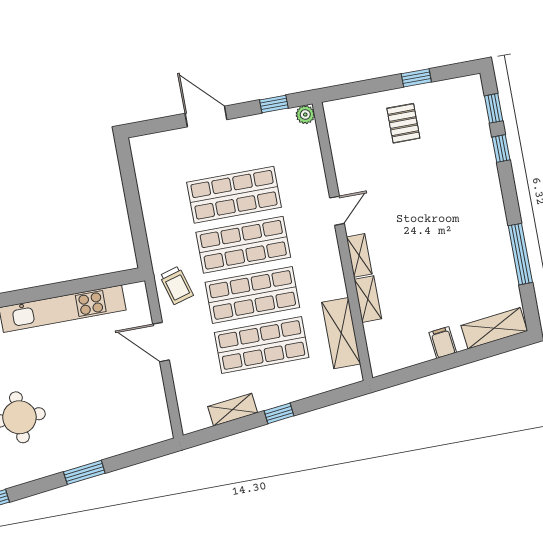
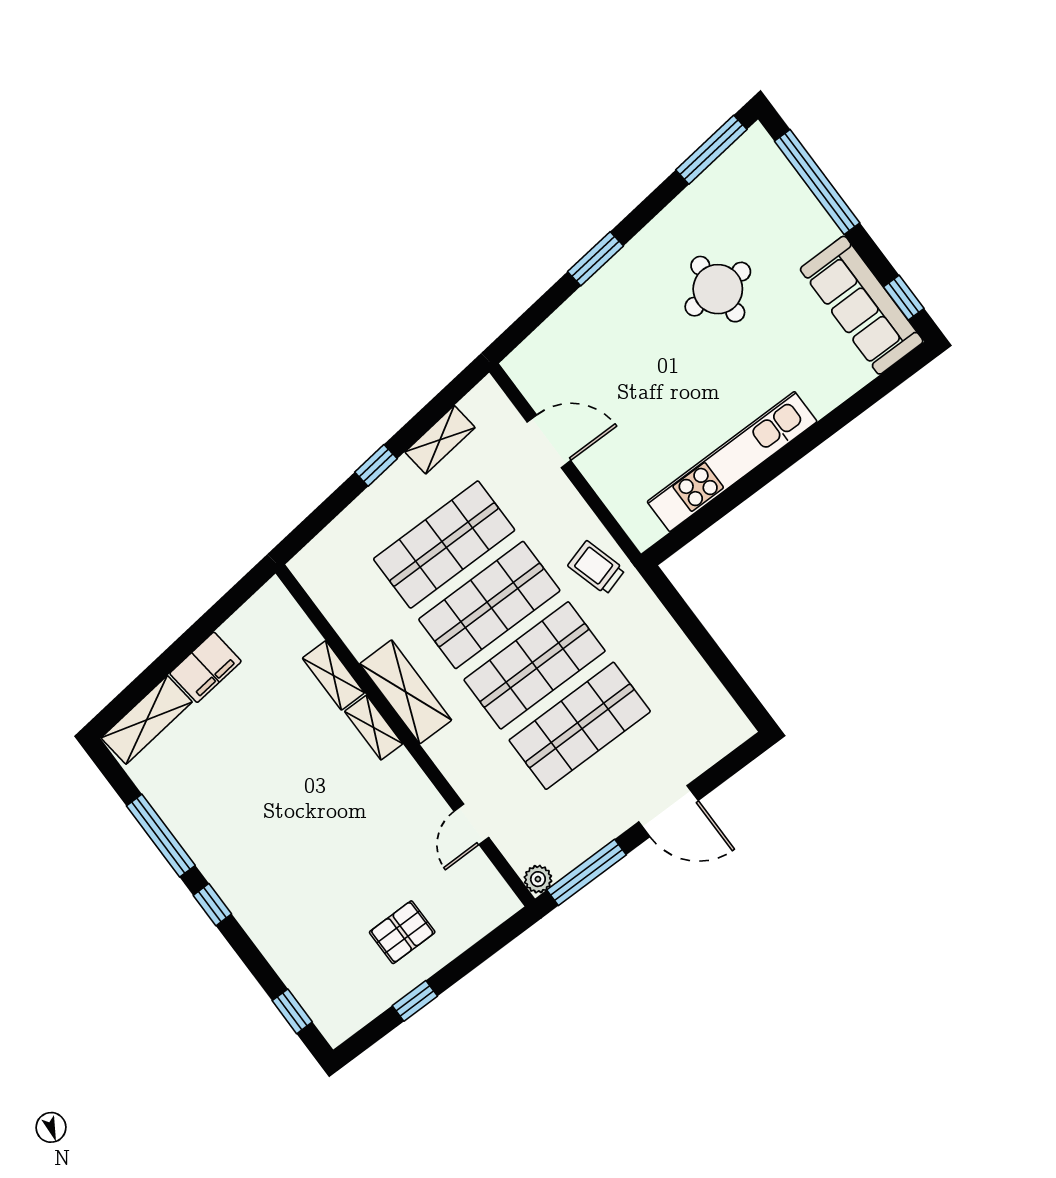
window: (274, 104) -> (587, 872), width x2.17
pallet: (403, 123) -> (402, 932), turned 90
window: (501, 148) -> (212, 905), moved
door: (337, 211) -> (471, 824), moved
shelving: (341, 333) -> (406, 692), moved
door: (161, 342) -> (549, 441), moved
filing cabinet: (443, 342) -> (205, 667), width x2.00

